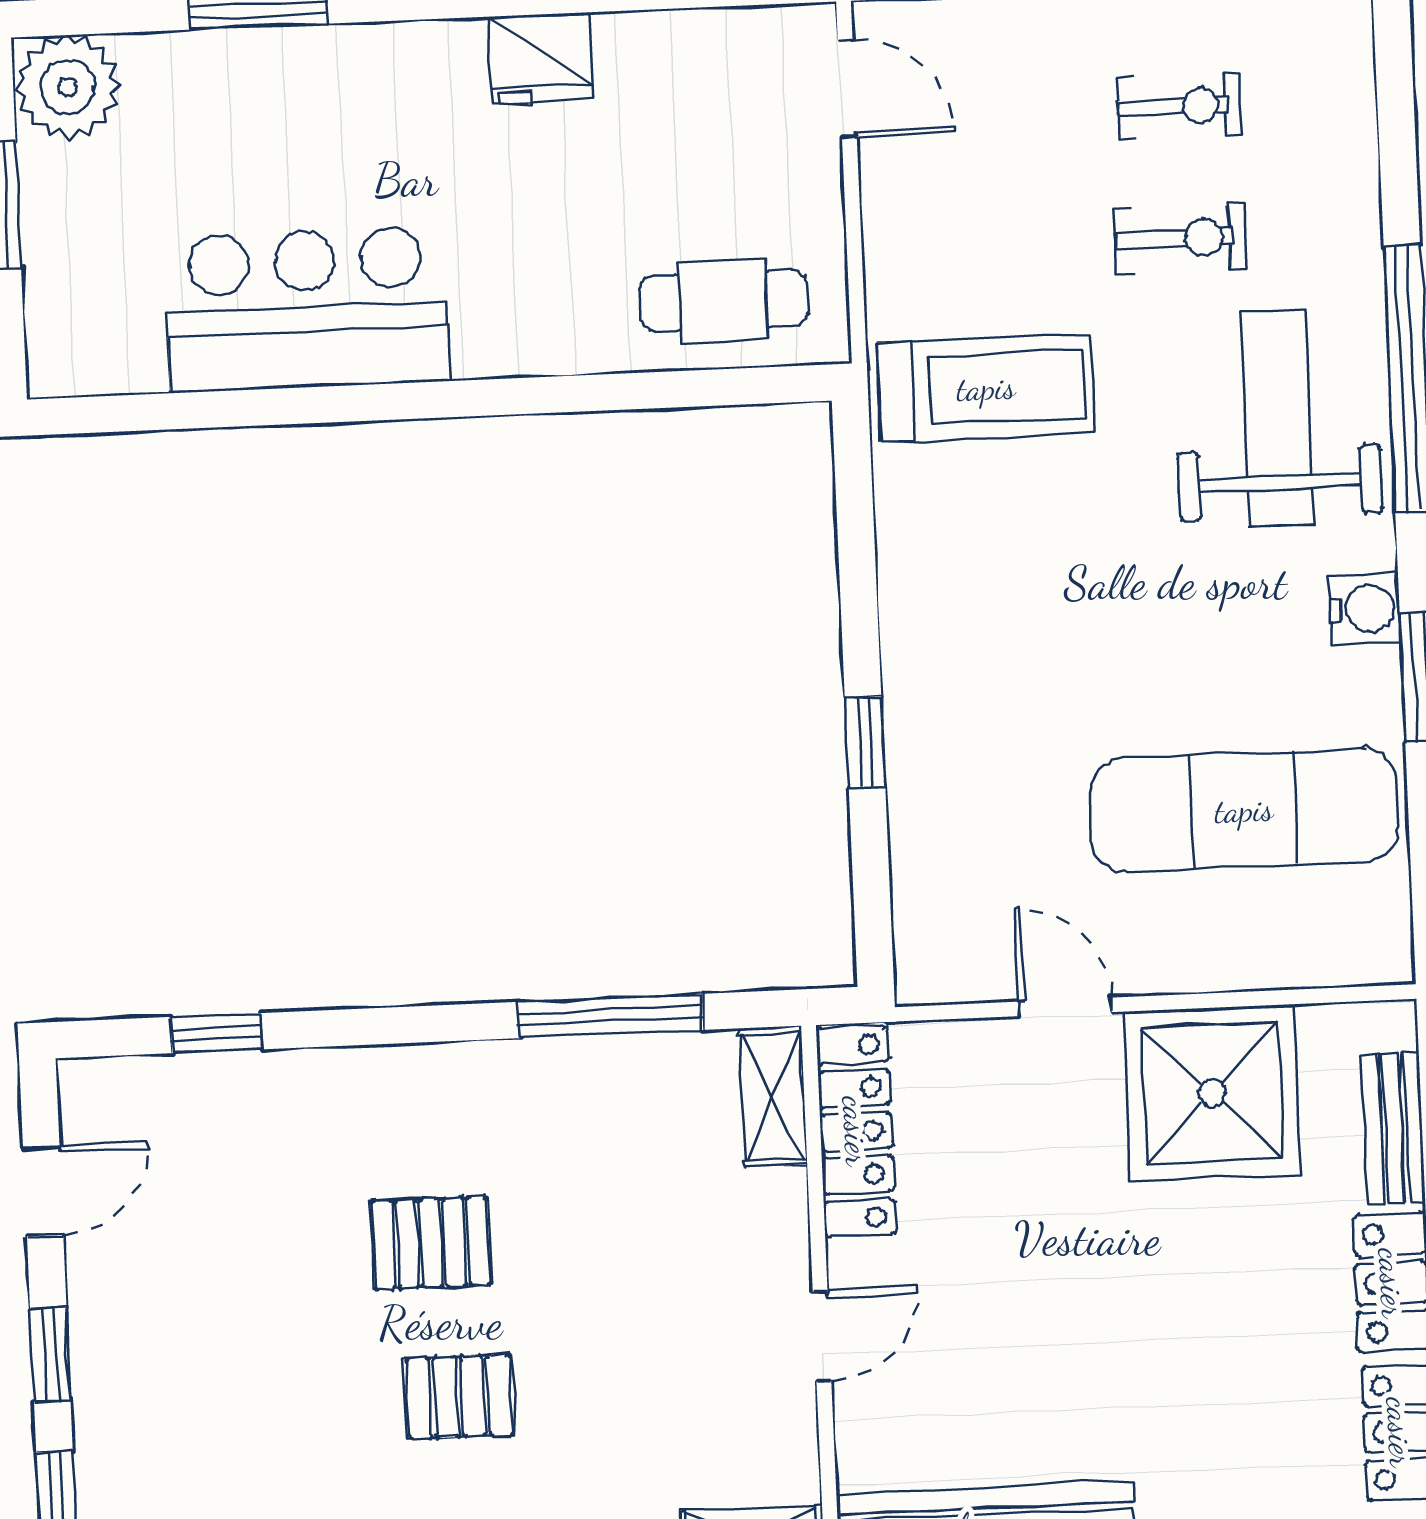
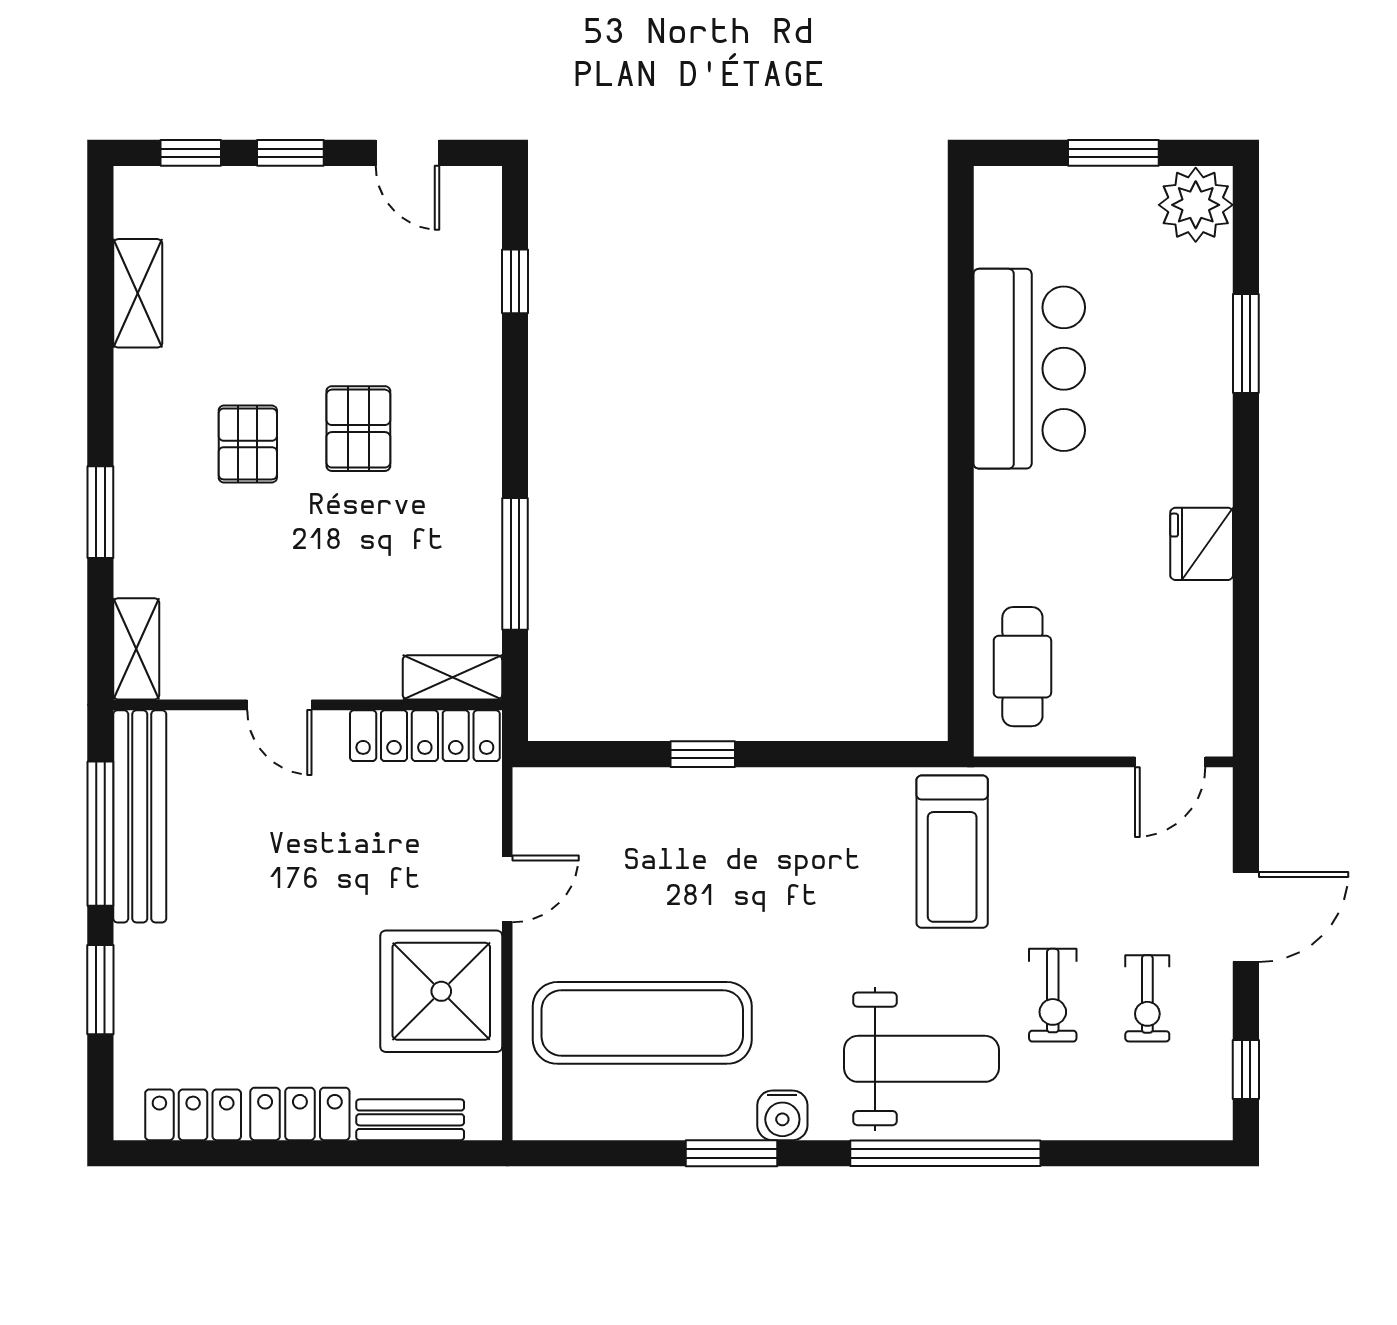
exercise mat: (1244, 810) -> (642, 1023), turned 90

